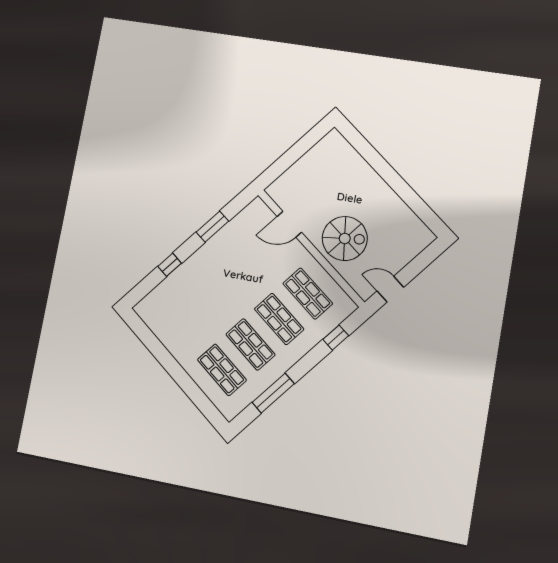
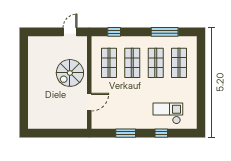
door: (289, 224) -> (89, 102), hinge flipped
spiral stairs: (345, 239) -> (70, 73), turned -90
door: (390, 289) -> (70, 32), swing flipped
checkout: (182, 296) -> (168, 113), added

